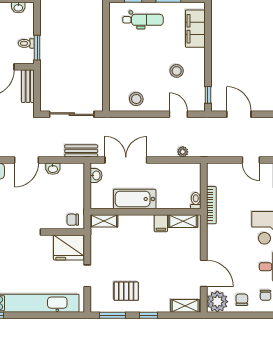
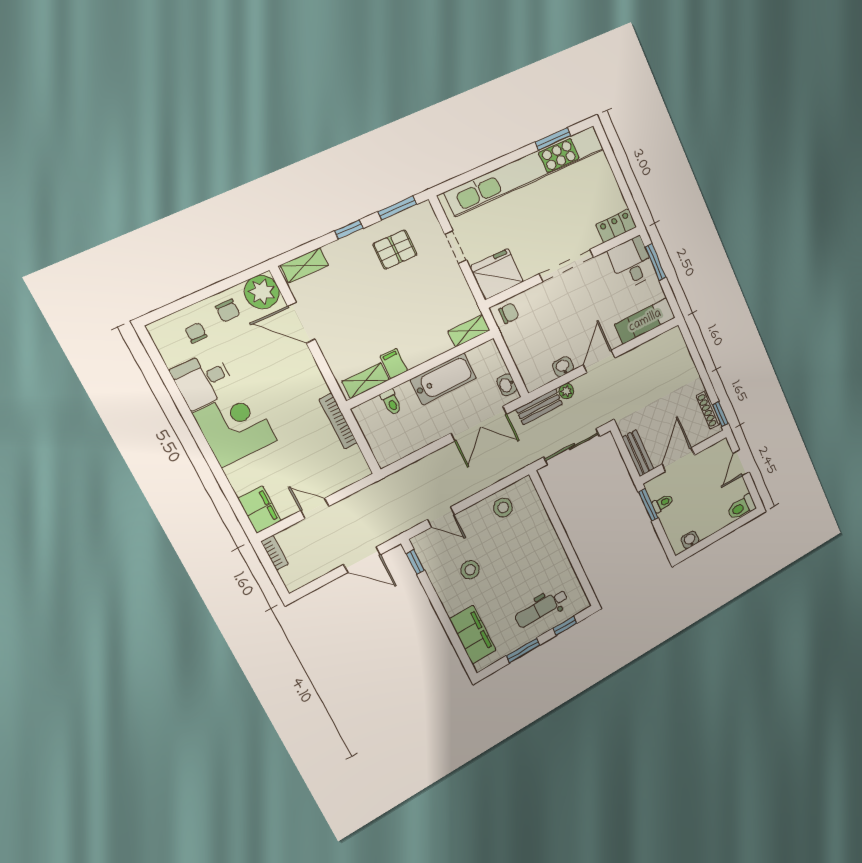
plant: (183, 152) -> (566, 391), moved
toilet: (196, 201) -> (391, 402), moved

